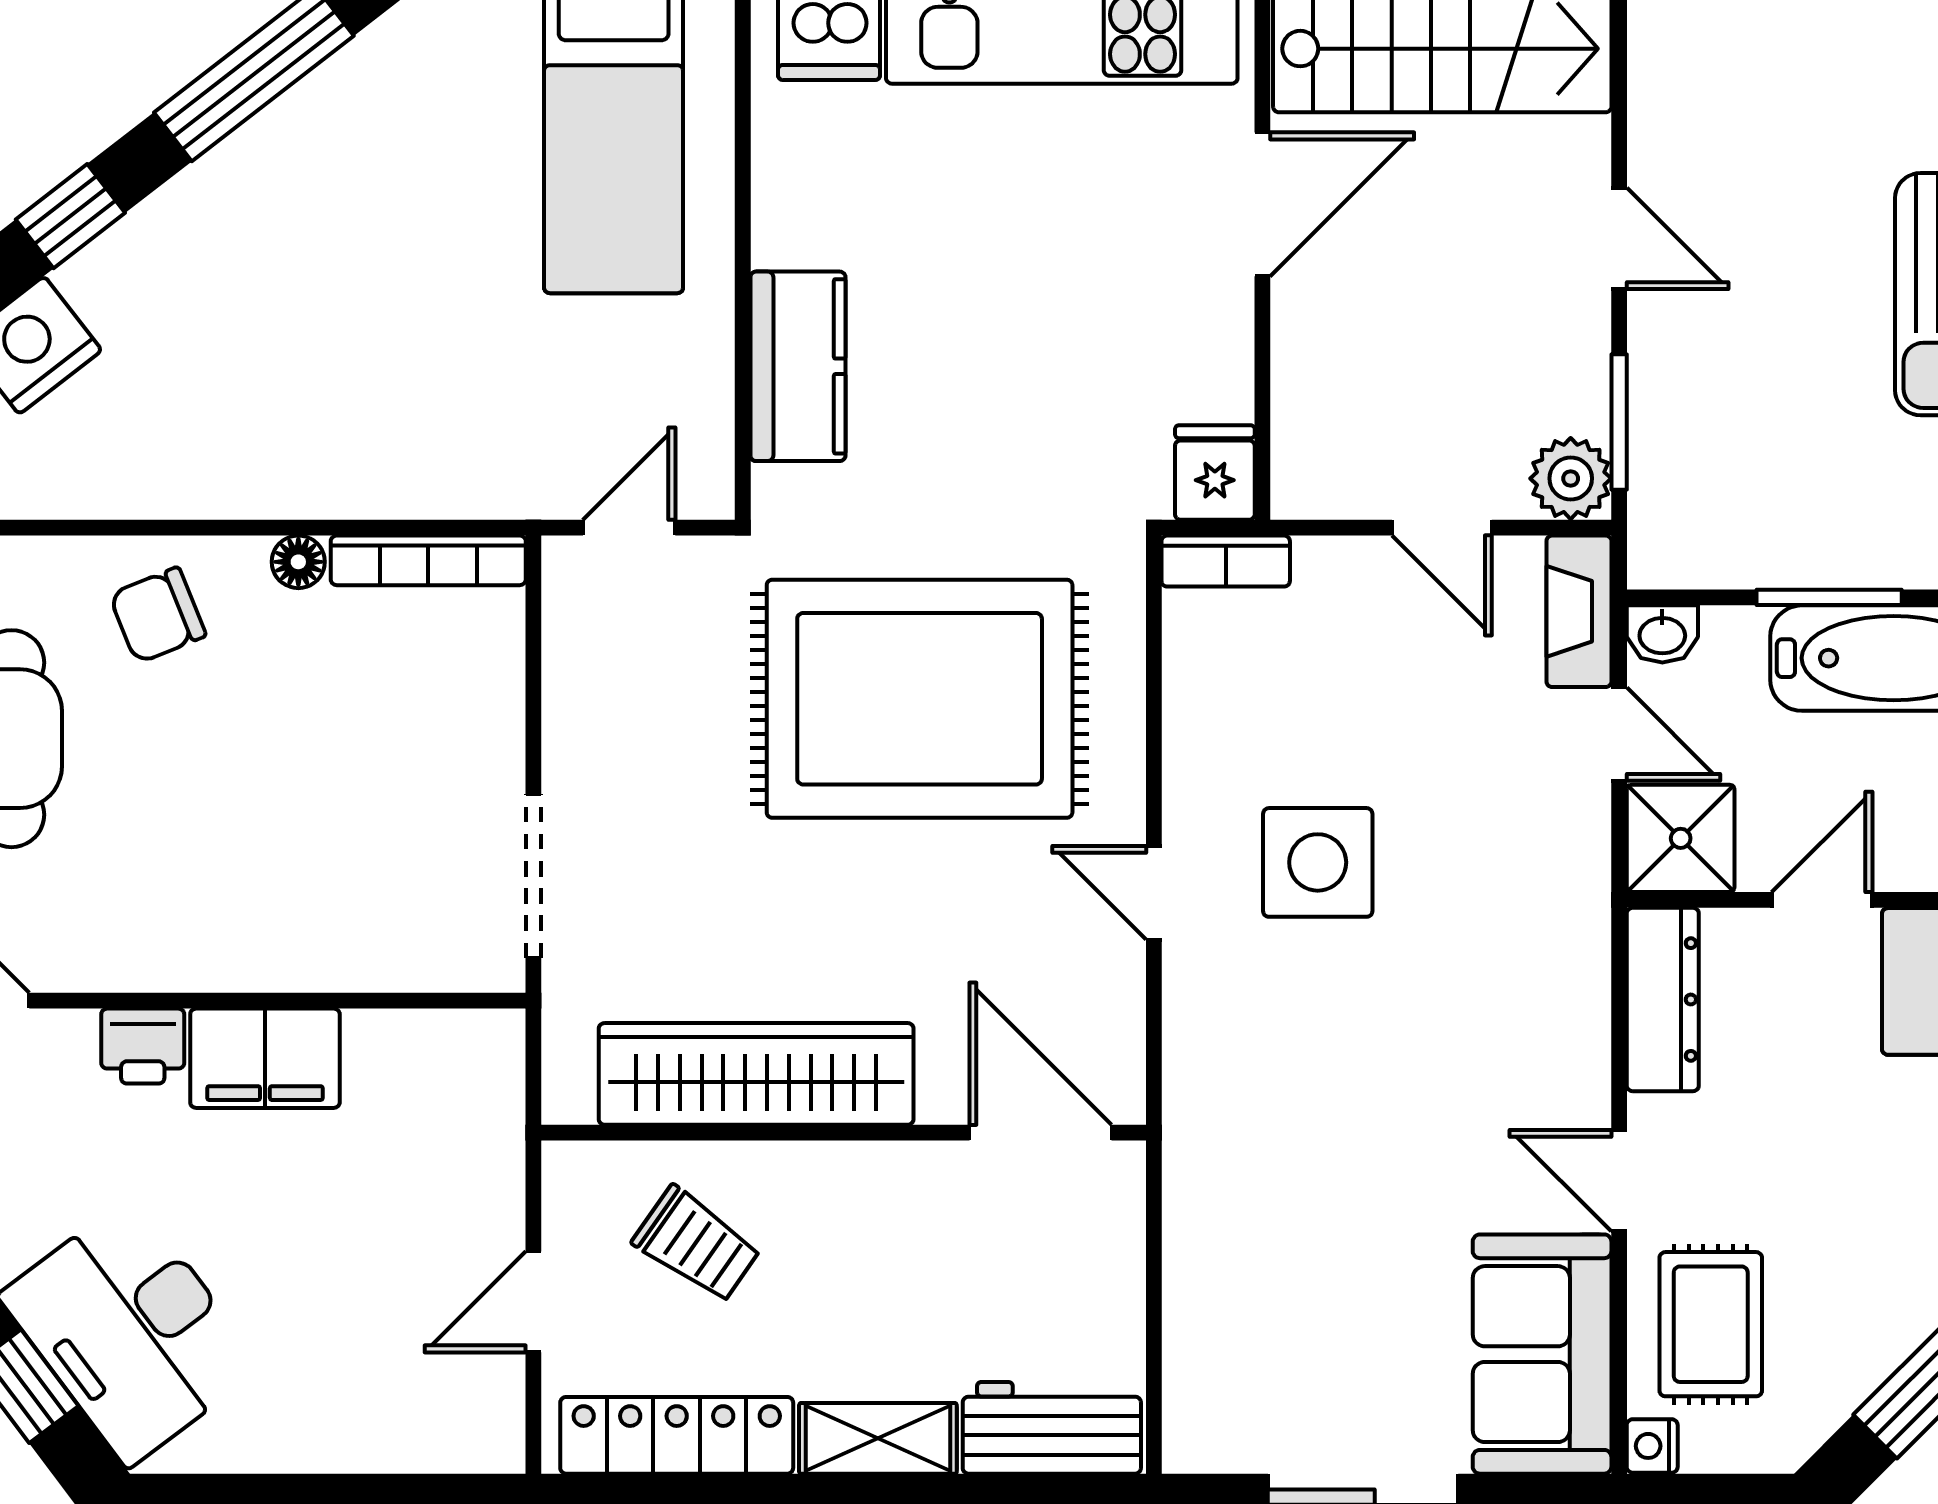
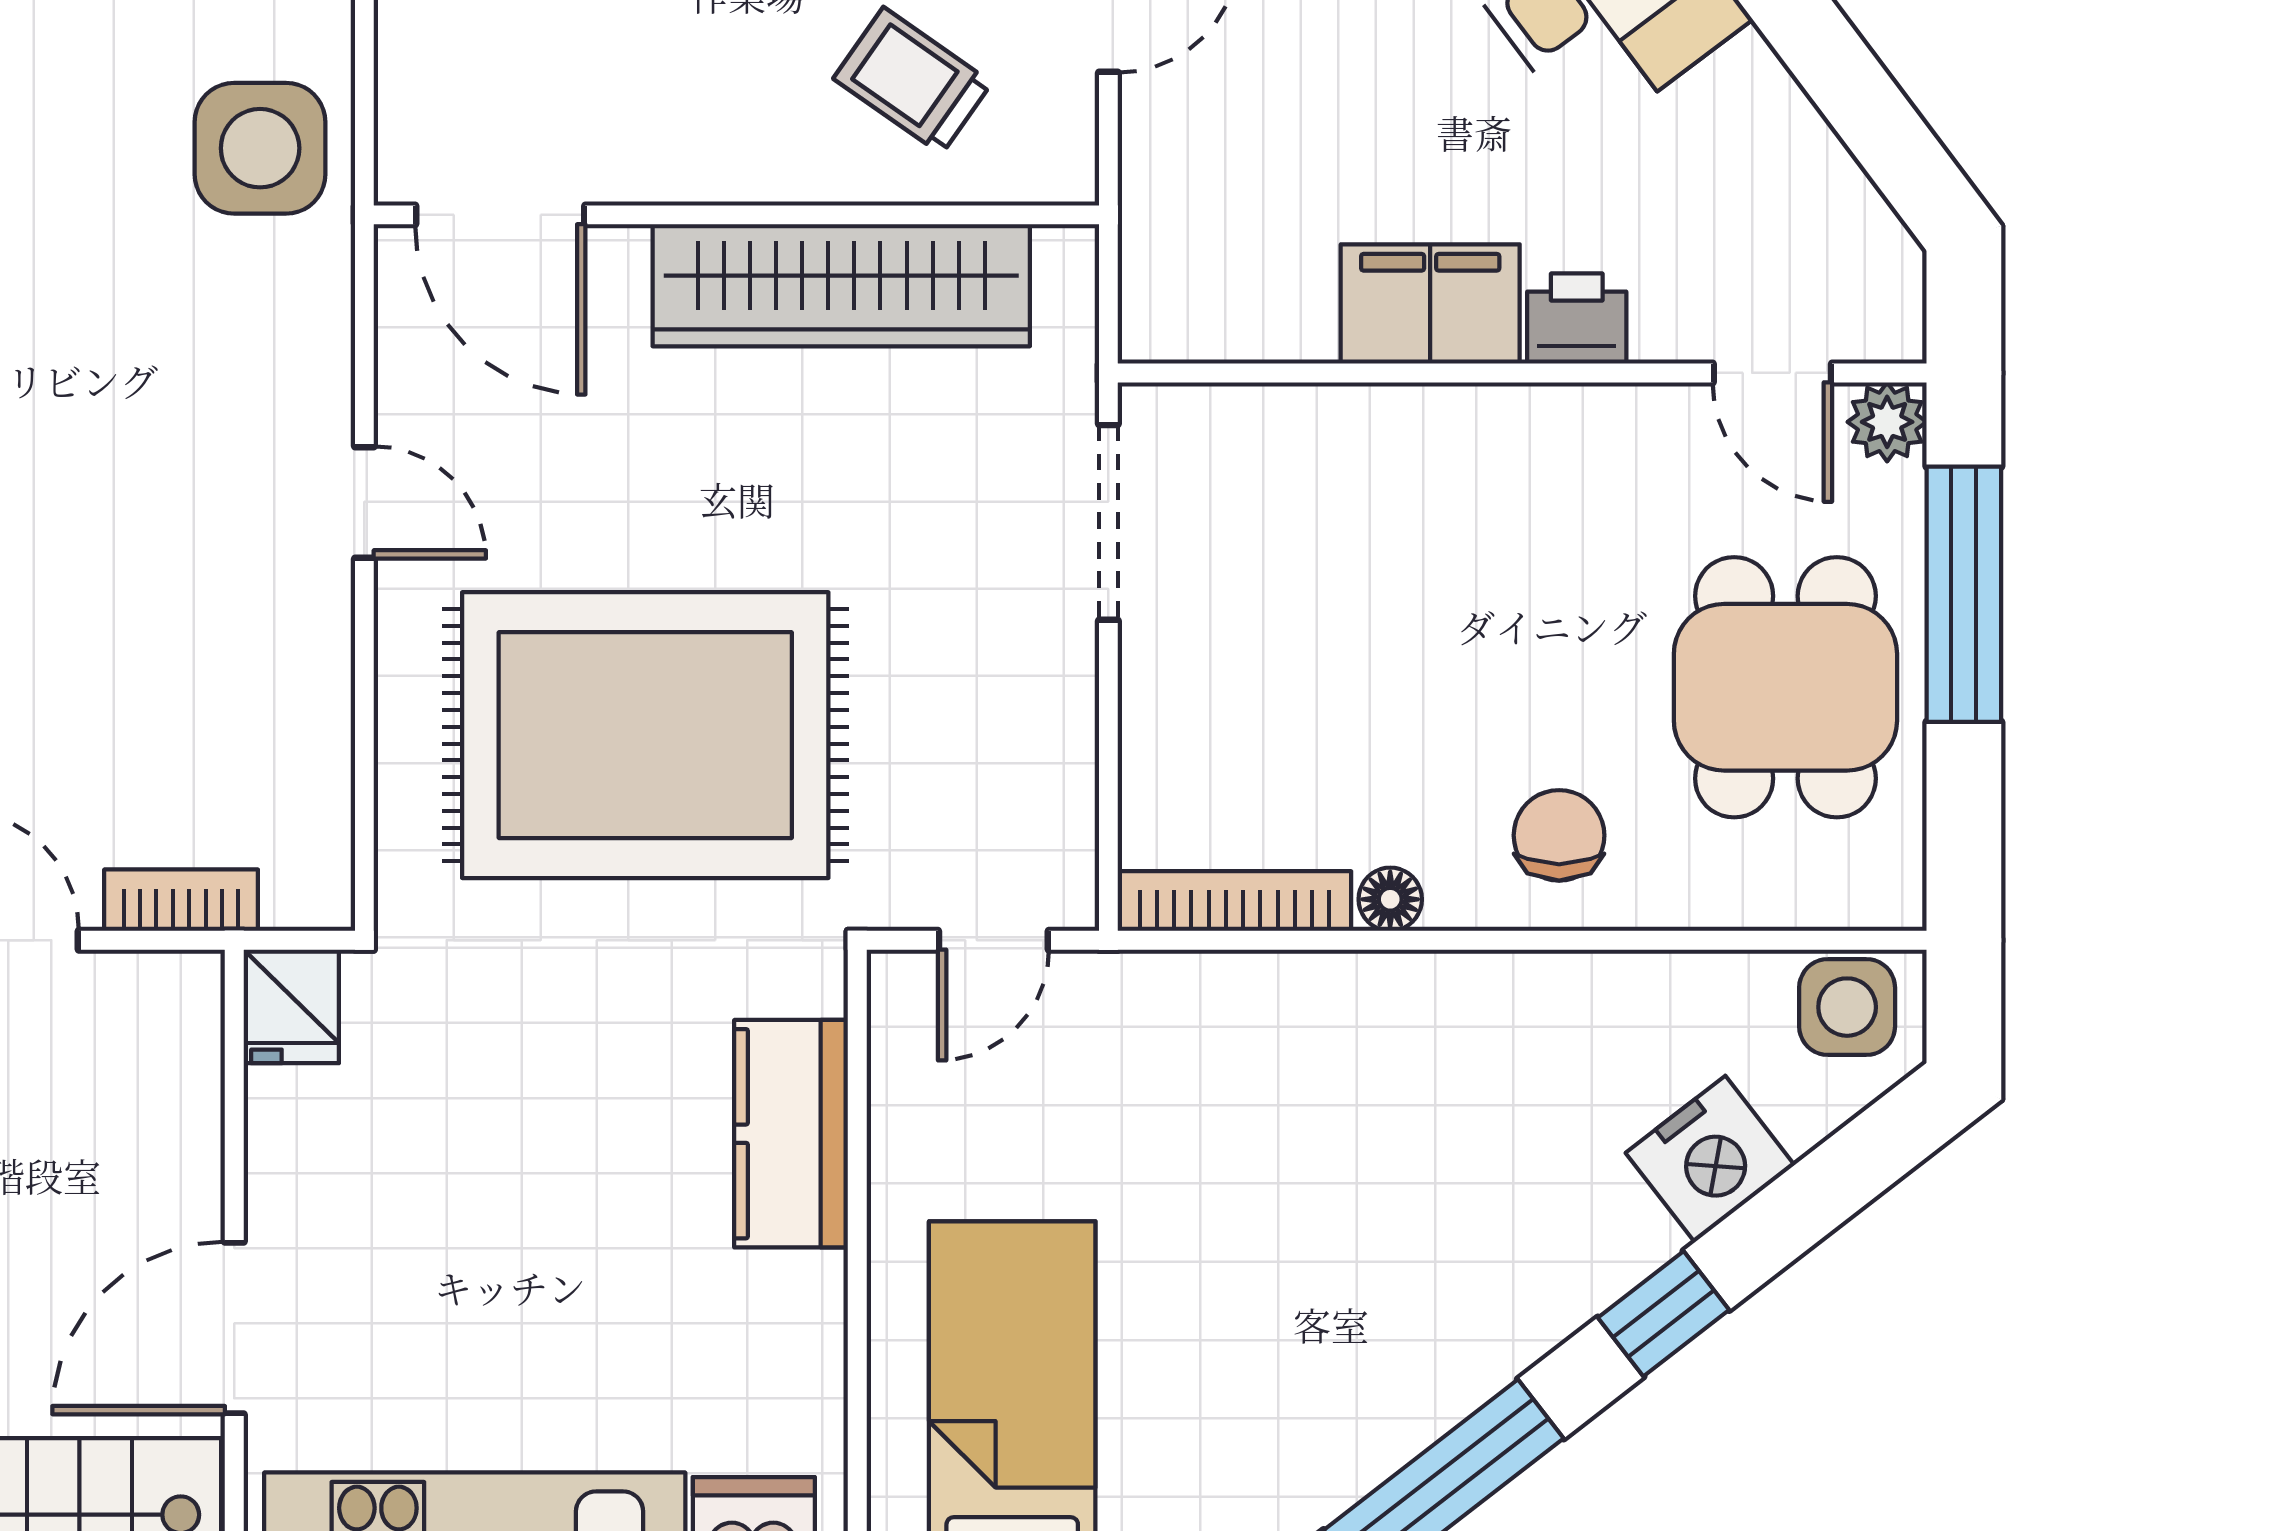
bookcase: (1226, 561) -> (181, 900), moved
chair: (158, 615) -> (1559, 835), turned -68
side table: (1318, 862) -> (260, 148), moved

